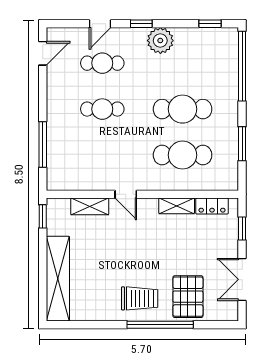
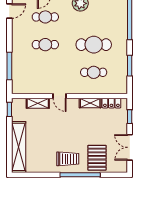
cafe table: (183, 155) -> (94, 72), width x0.73, depth x0.74

